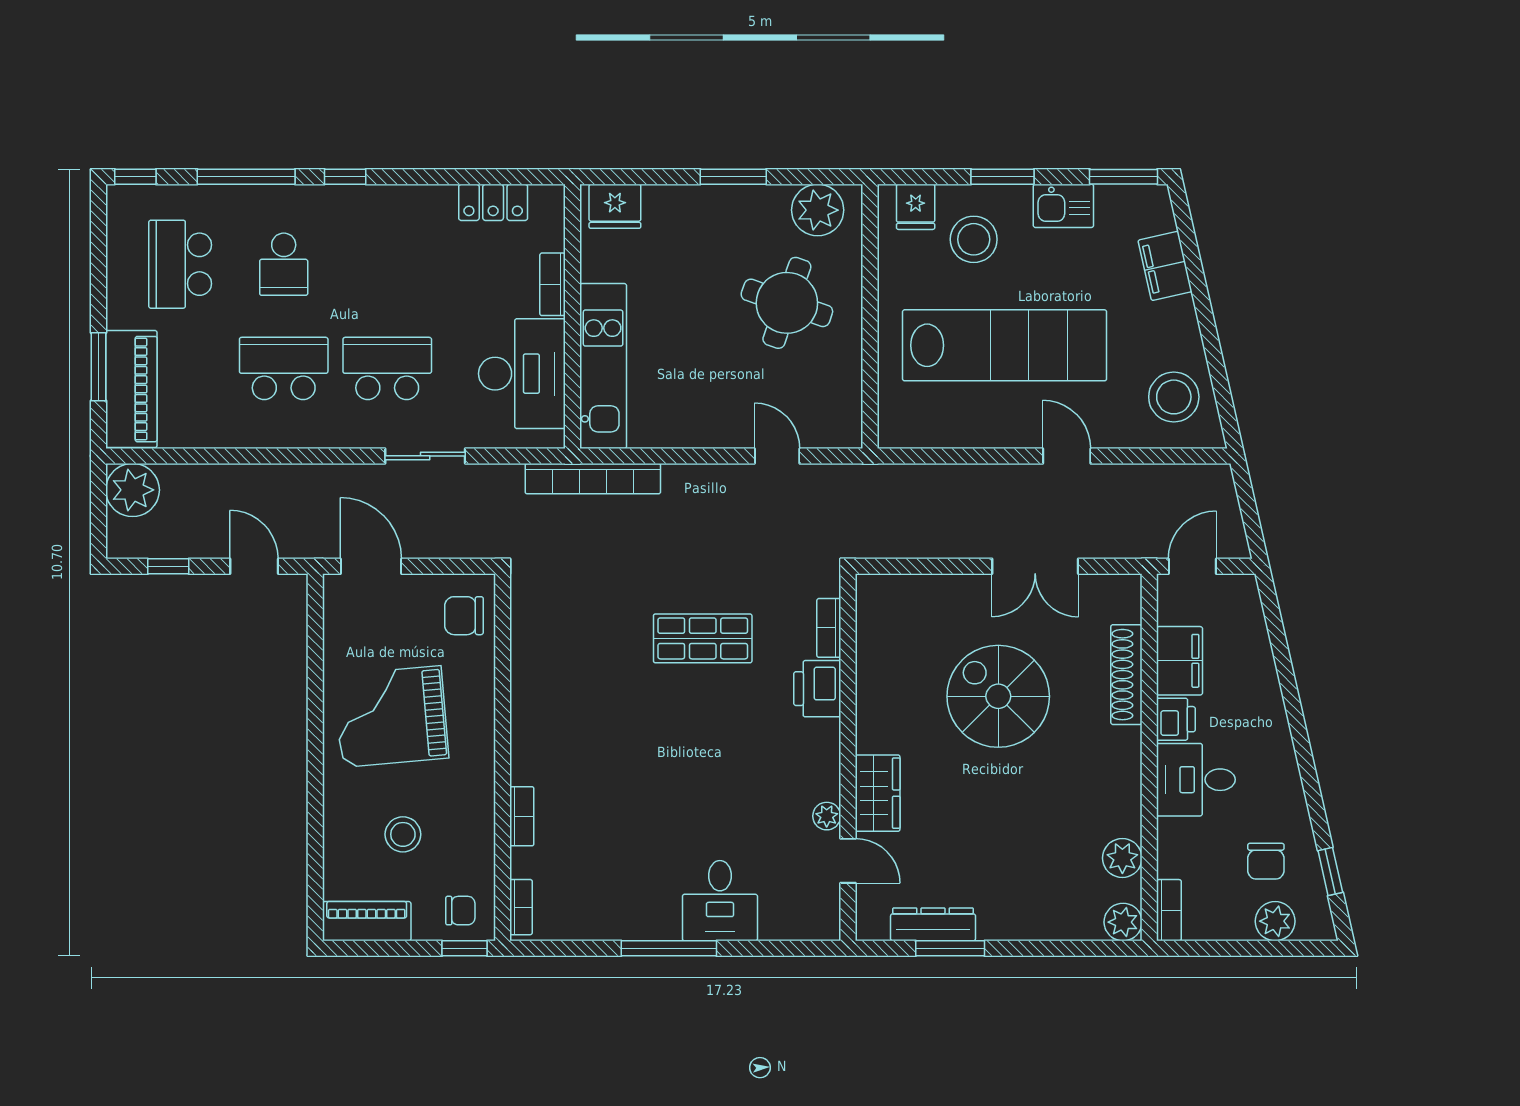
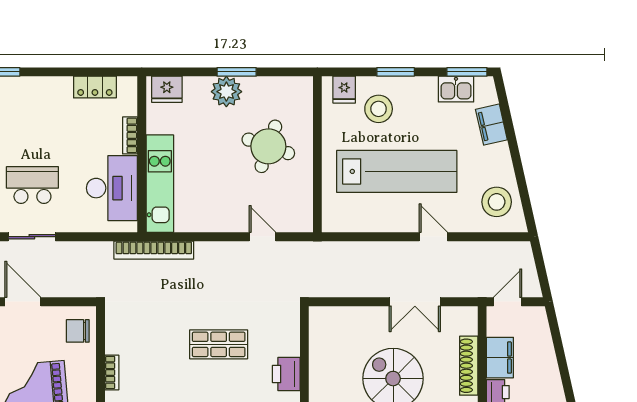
kitchen sink: (1063, 206) -> (456, 89), moved
plant: (818, 210) -> (226, 92), moved
sliding door: (425, 456) -> (32, 237), moved
bookcase: (829, 628) -> (112, 372), moved, turned 180

